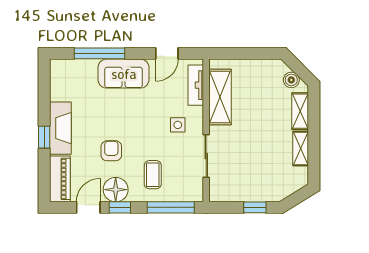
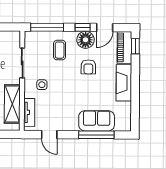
door: (167, 53) -> (49, 135), swing flipped
sofa: (124, 74) -> (97, 121), moved
window: (44, 137) -> (135, 46), moved

